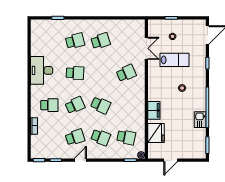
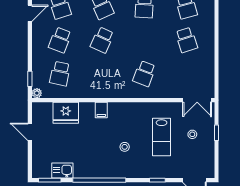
double door: (146, 48) -> (197, 100), moved
school desk: (126, 73) -> (144, 74), turned 45
filing cabinet: (154, 110) -> (101, 110), width x0.50
kitchen sink: (200, 120) -> (62, 171), moved
door: (80, 160) -> (30, 13), hinge flipped

